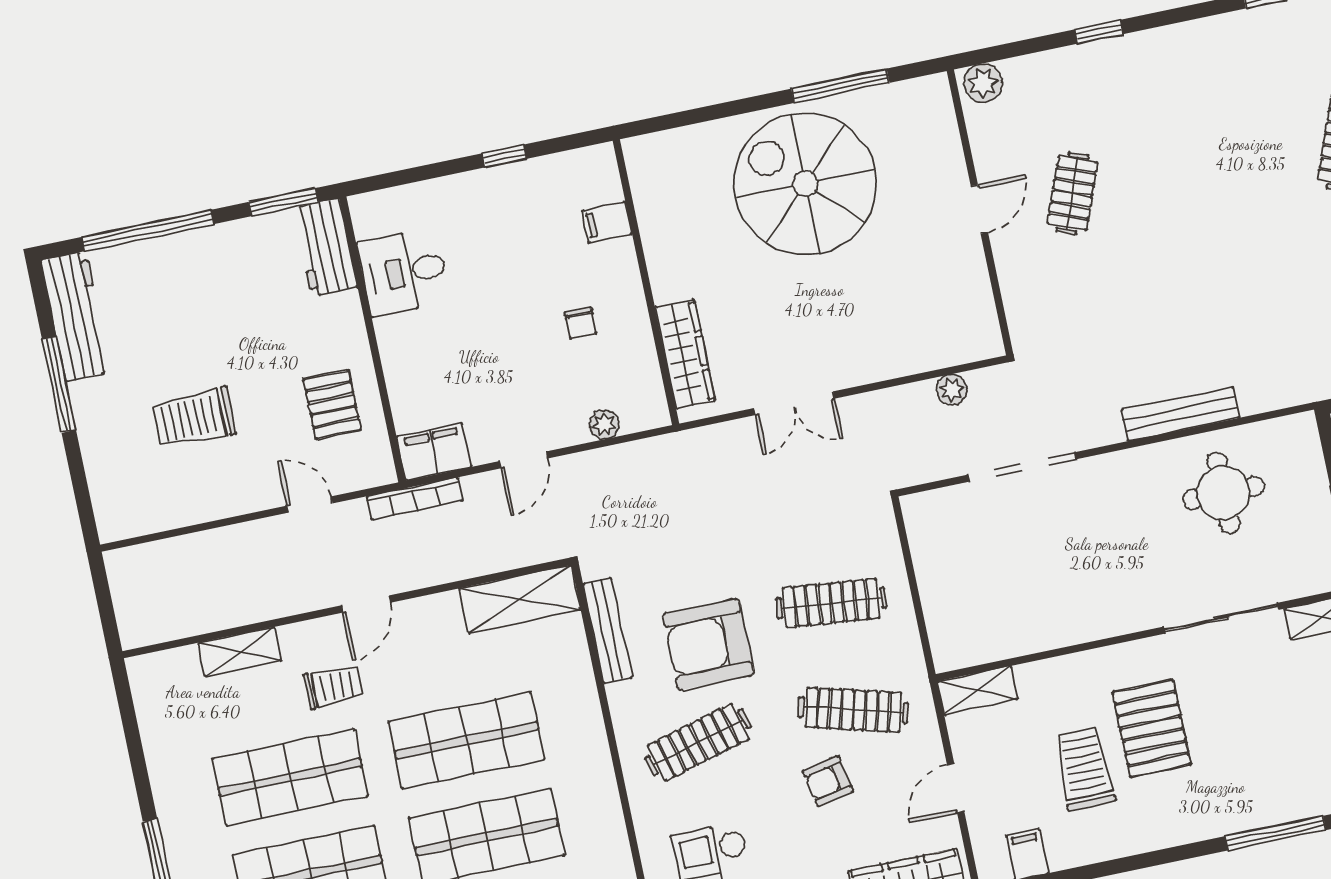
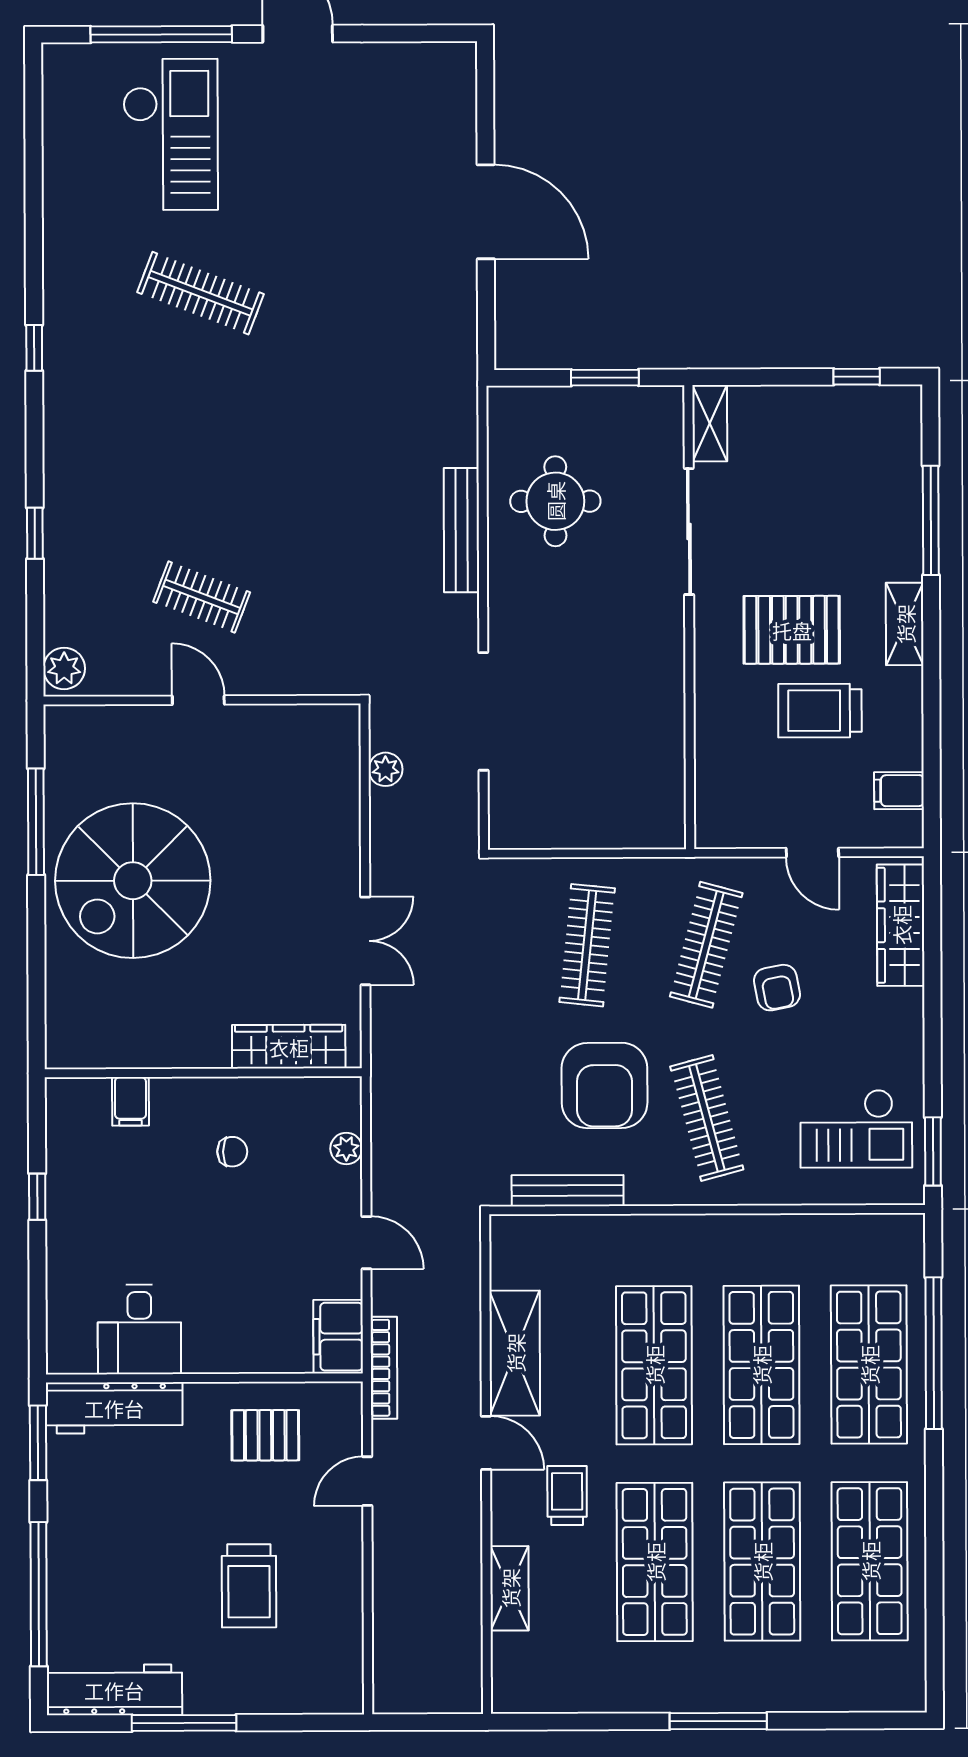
workbench: (325, 247) -> (114, 1408), width x1.38
shelving: (520, 599) -> (515, 1353), moved
shelving: (978, 690) -> (905, 624), moved

